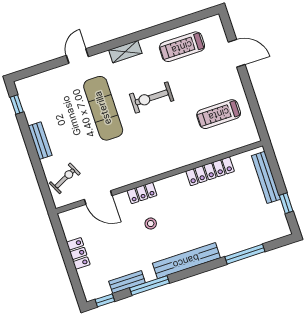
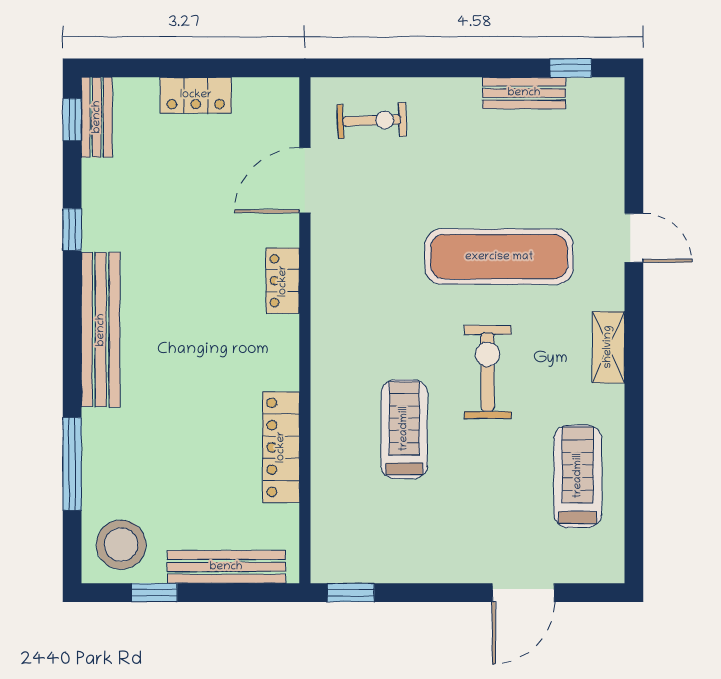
treadmill: (219, 114) -> (404, 429), moved
window: (260, 123) -> (351, 593), added
bench: (40, 141) -> (524, 93), moved
exercise bike: (65, 178) -> (372, 120), turned -66
stool: (151, 224) -> (121, 545), moved, width x1.89, depth x1.89
bench: (127, 282) -> (97, 117), moved
window: (150, 286) -> (72, 229), width x0.46

